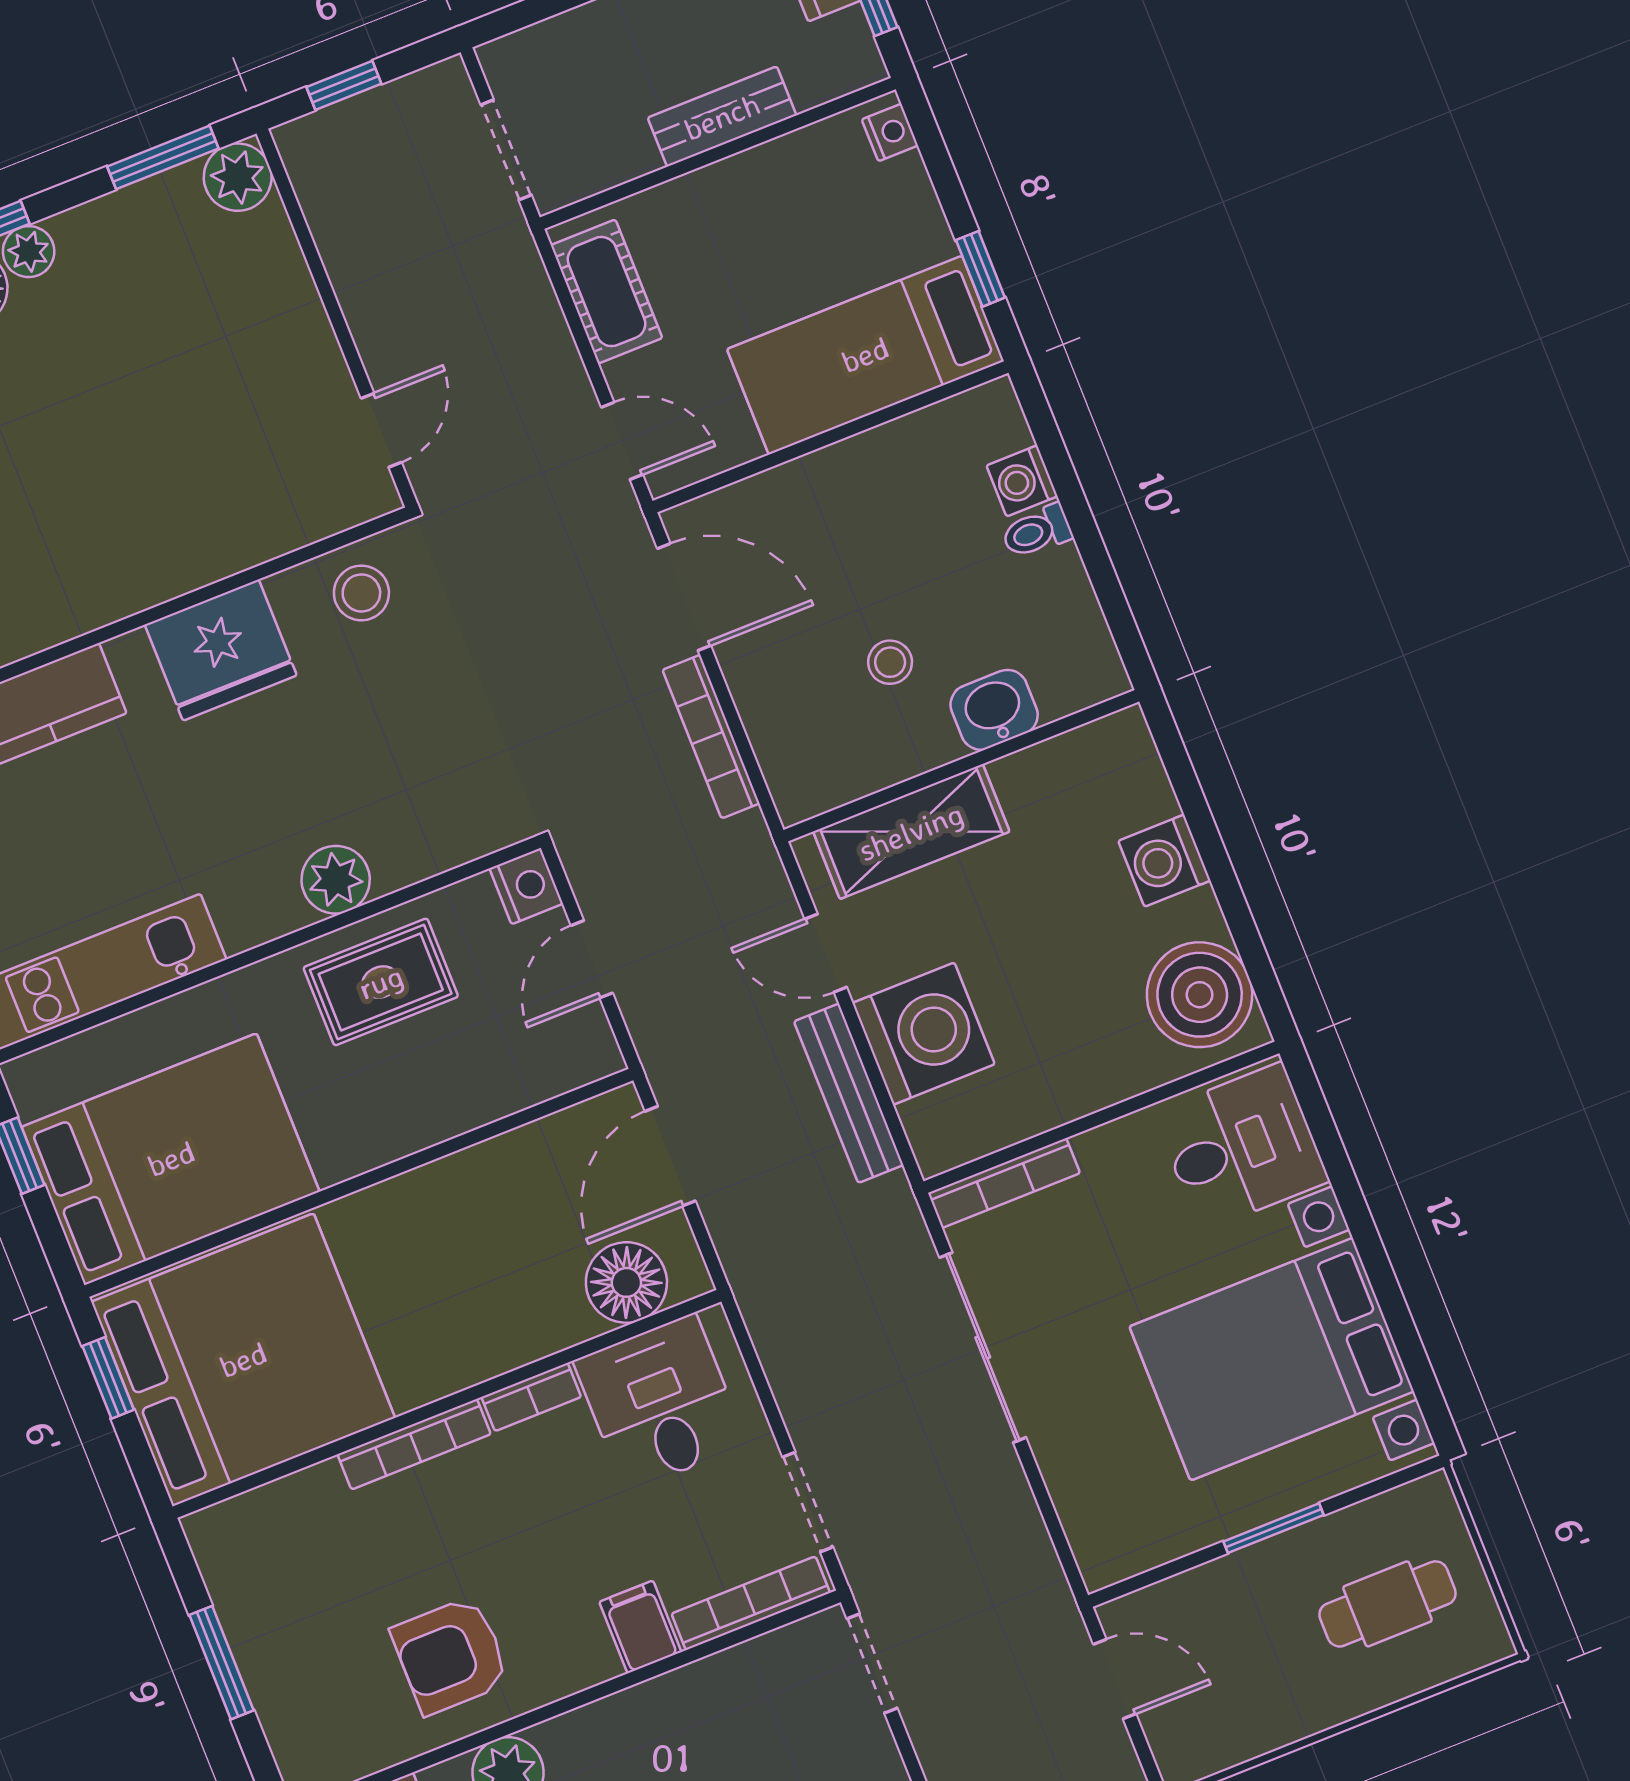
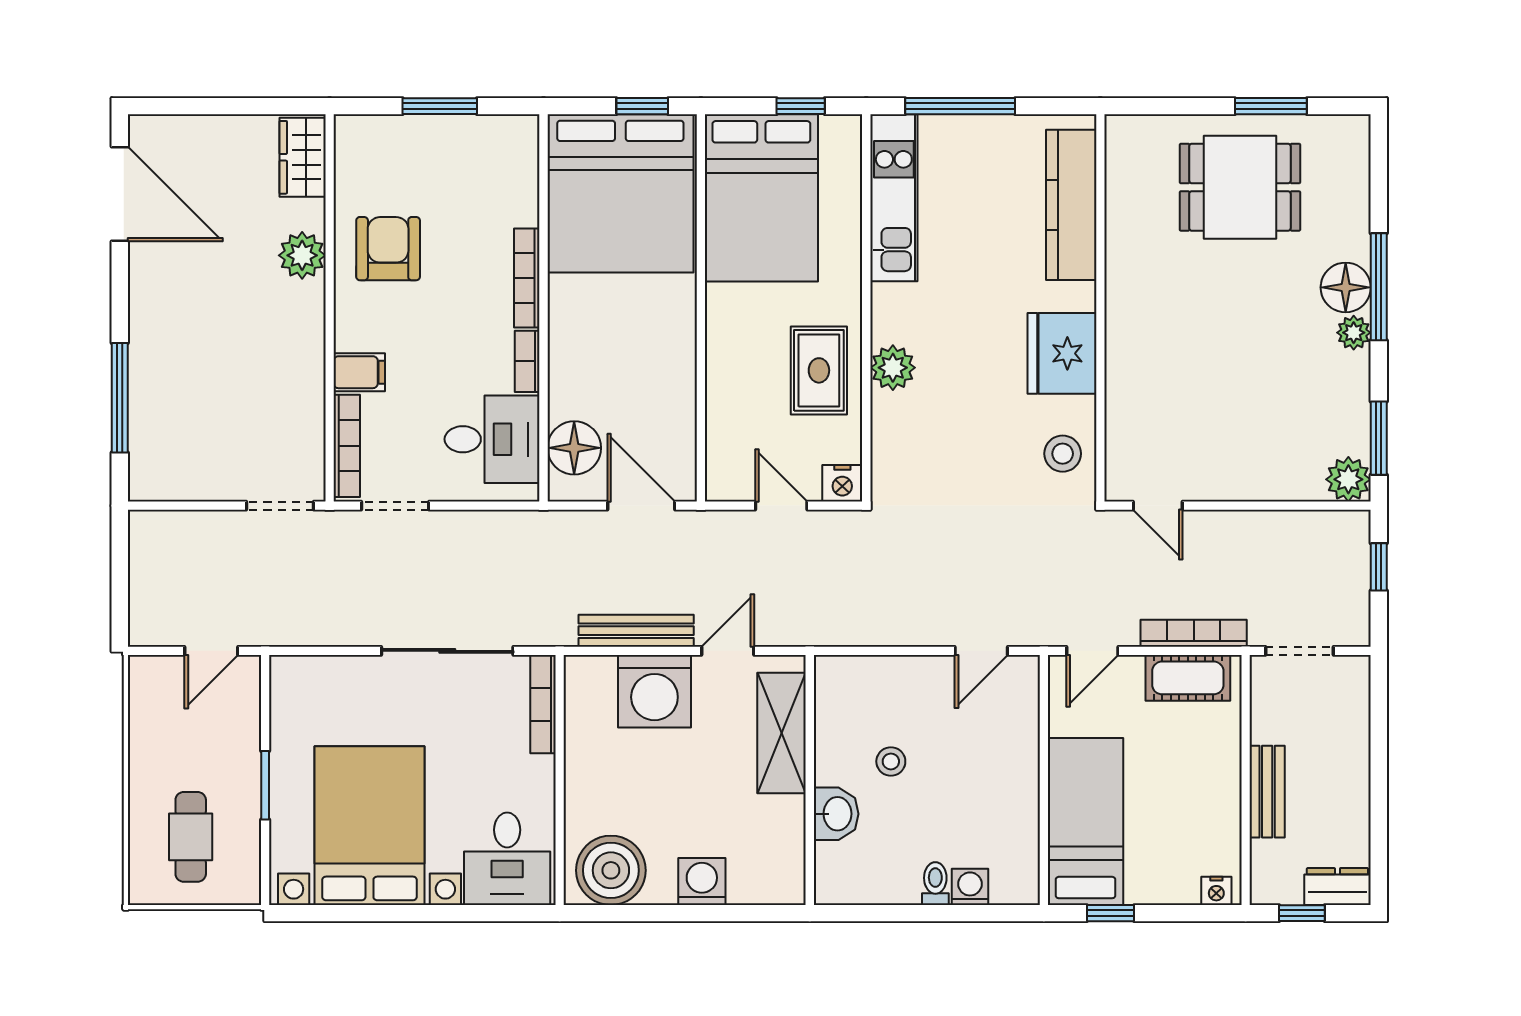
door: (684, 597) -> (981, 651), width x0.73
bookcase: (711, 737) -> (1194, 633), moved

